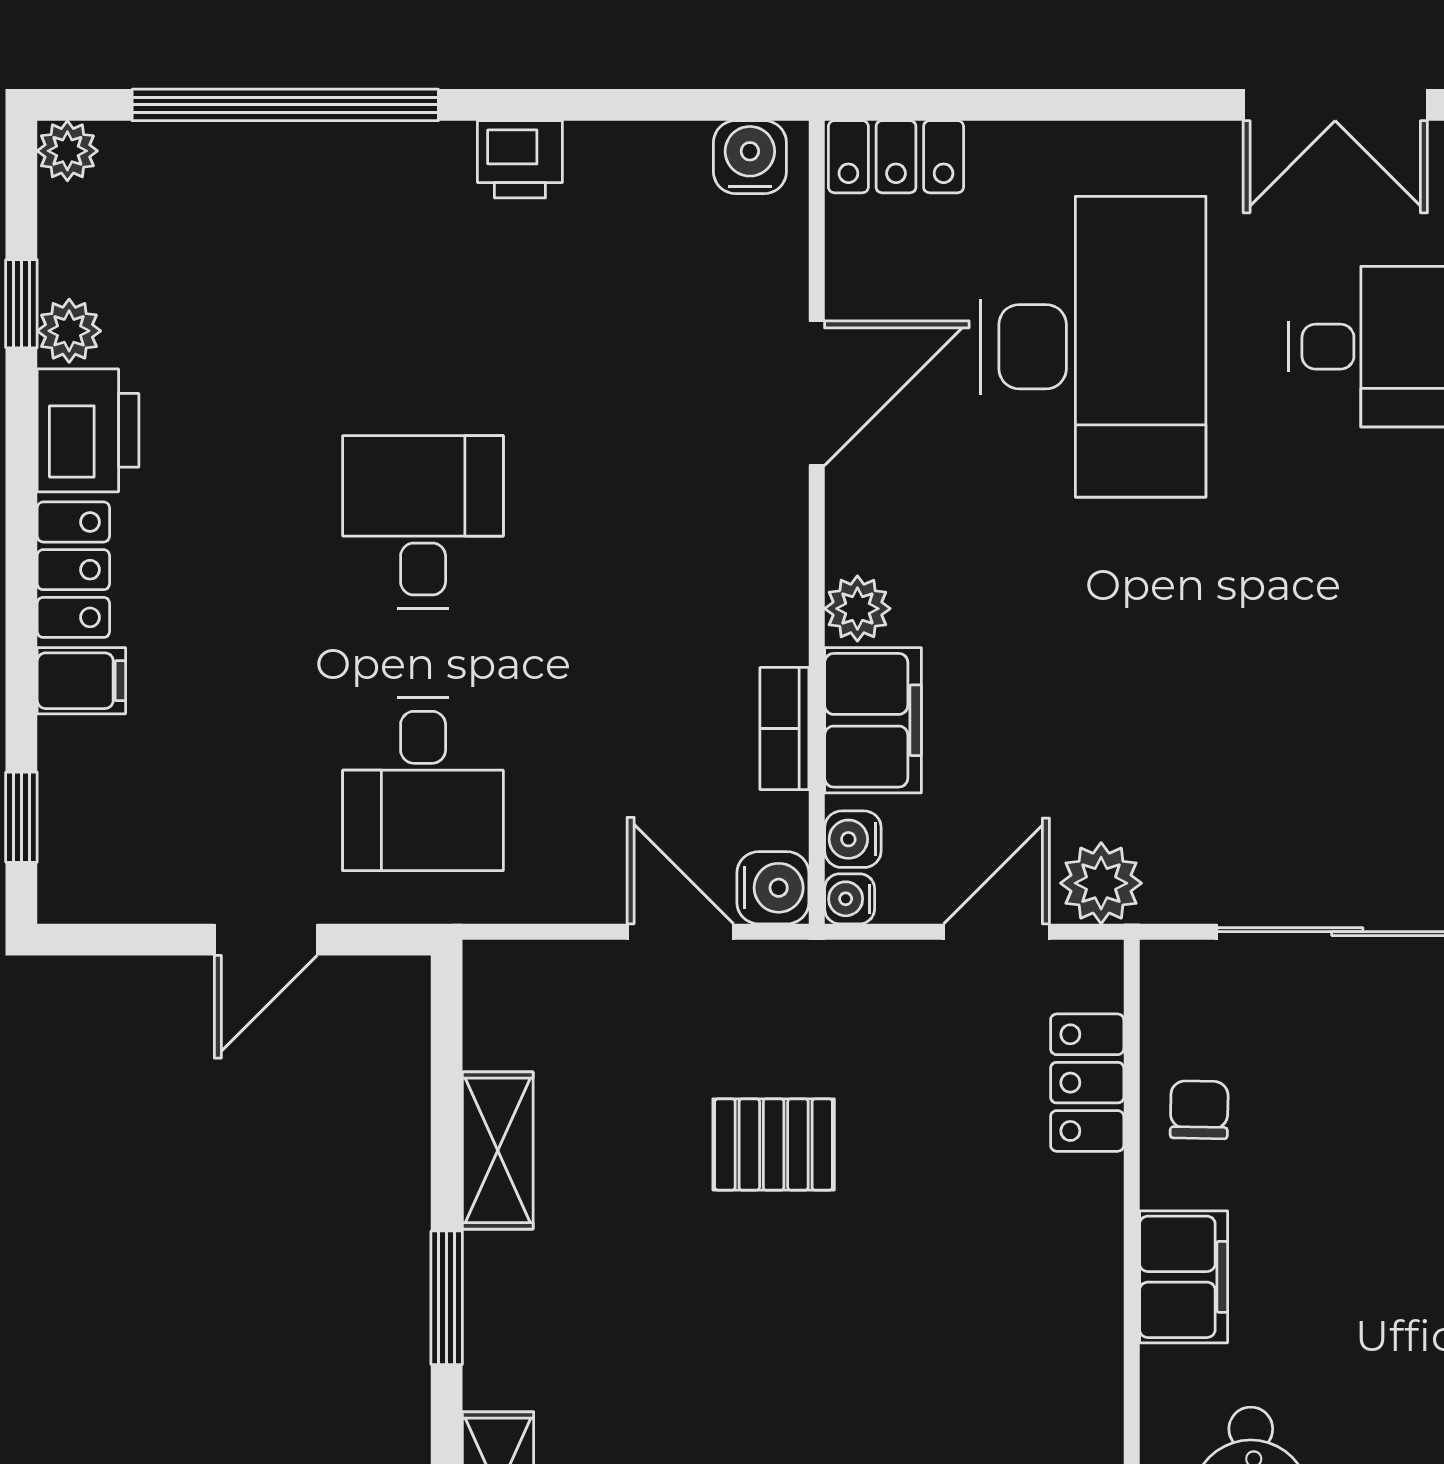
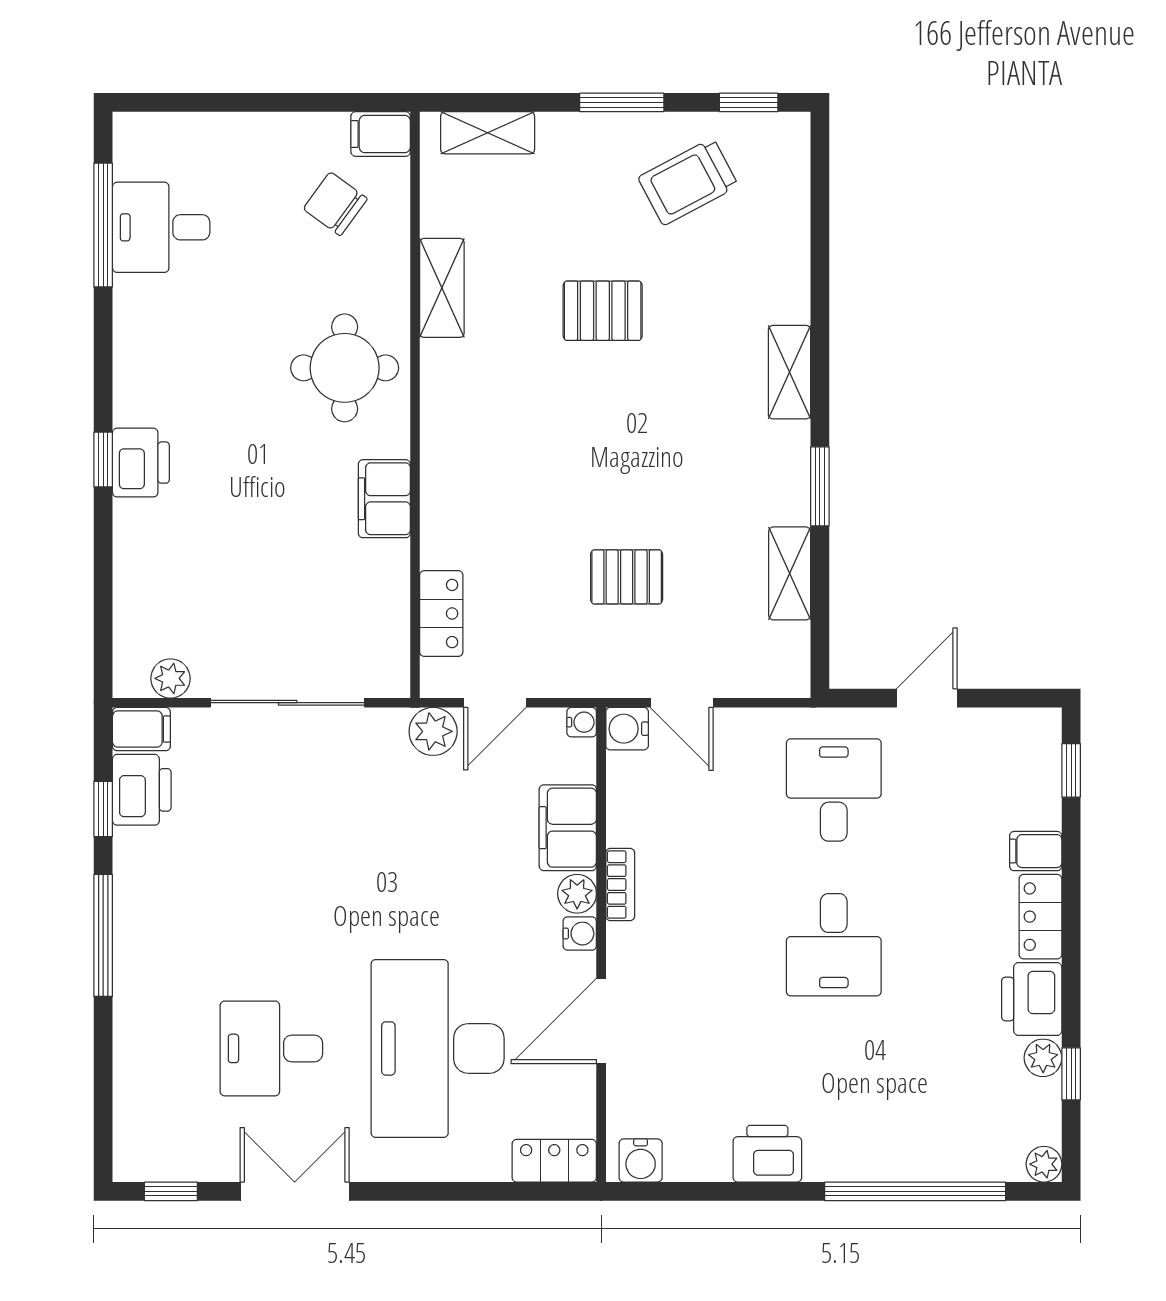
printer: (520, 159) -> (767, 1154), width x1.36, depth x1.24
bookcase: (784, 729) -> (620, 884), moved
water cooler: (853, 839) -> (580, 934), moved
chair: (1199, 1110) -> (375, 597), removed

